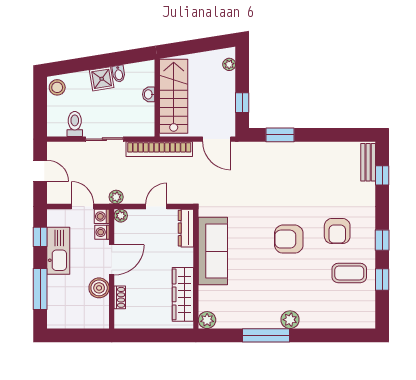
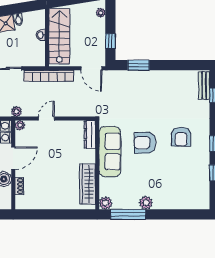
dresser: (186, 228) -> (90, 135), moved
sofa: (213, 251) -> (110, 152), moved
wall: (196, 269) -> (97, 165), moved
coffee table: (349, 273) -> (190, 168), removed
wardrobe: (183, 294) -> (88, 184), moved
plant: (207, 320) -> (106, 203), moved

